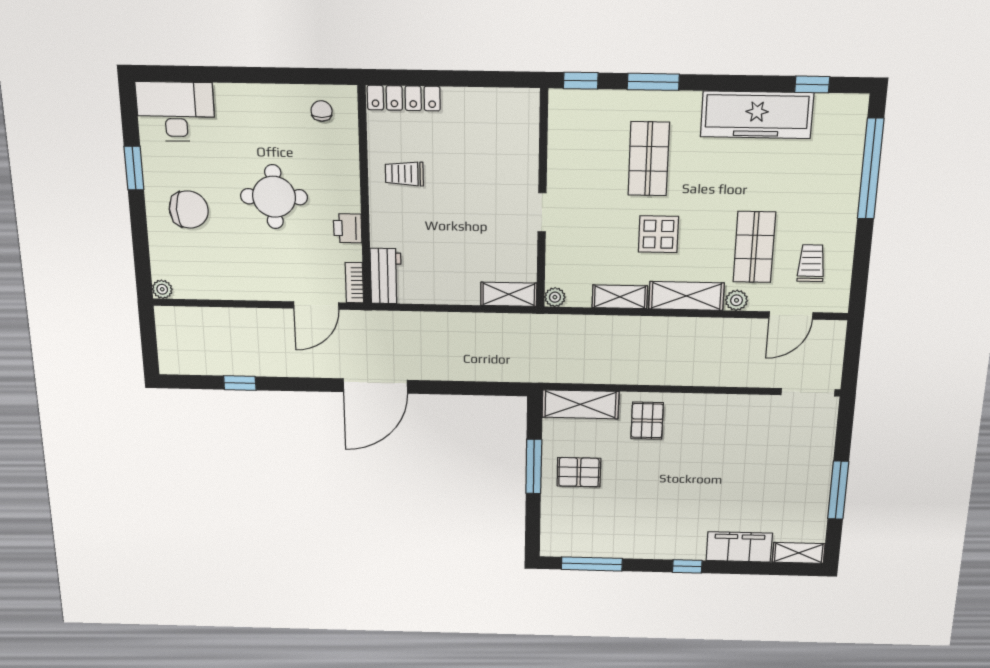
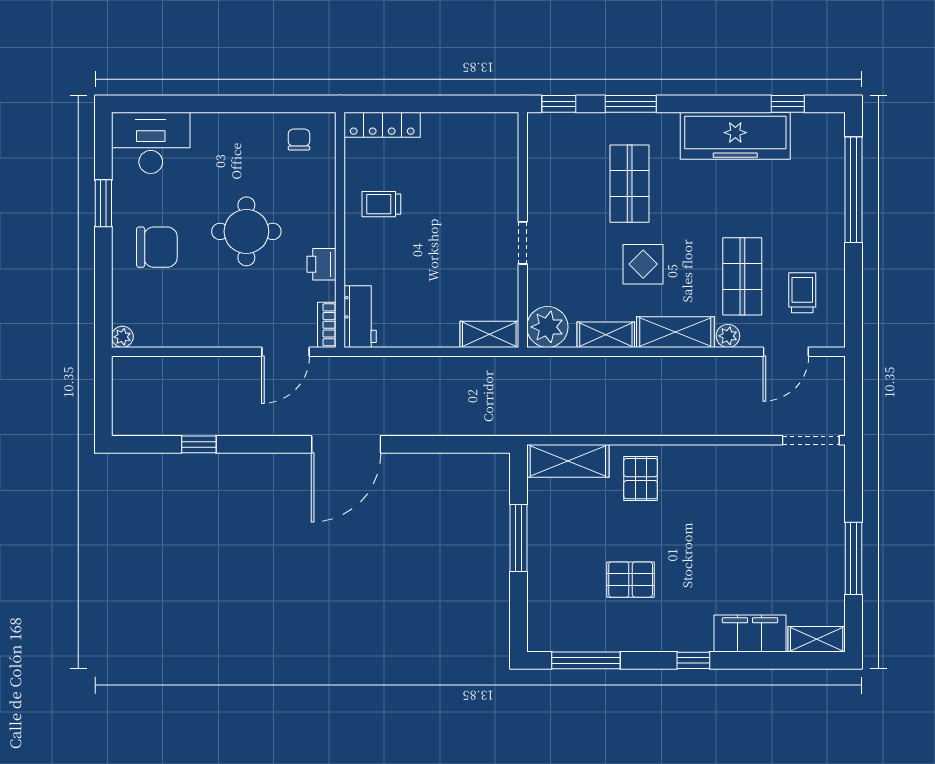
plant: (555, 297) -> (547, 327), width x1.87, depth x1.87
pallet: (579, 472) -> (631, 580), moved

